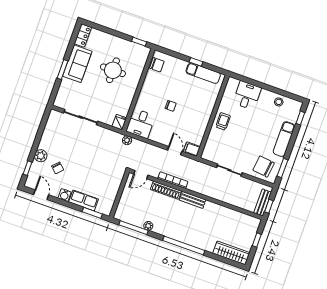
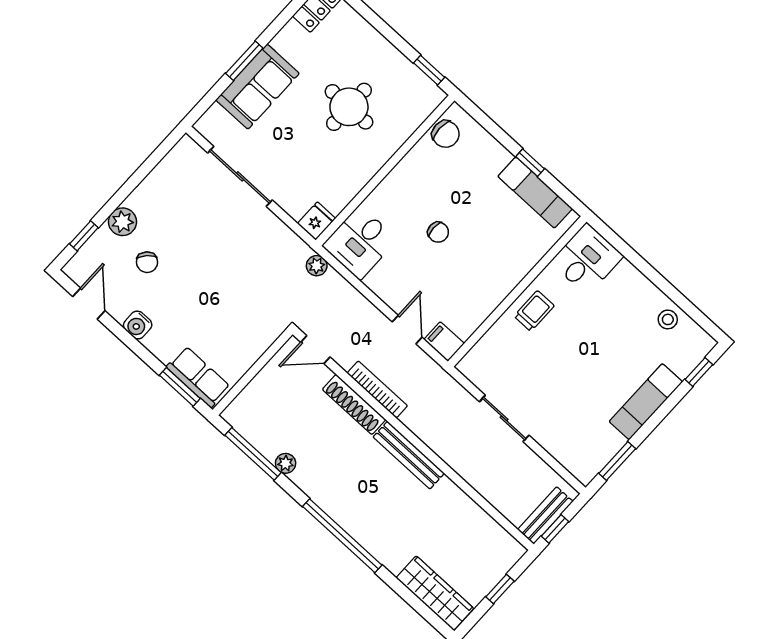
sofa: (77, 64) -> (257, 87), moved
desk: (247, 95) -> (587, 259), moved
chair: (264, 166) -> (579, 441), removed
bench: (193, 200) -> (409, 455), width x1.36
row of seats: (84, 201) -> (198, 377), moved

